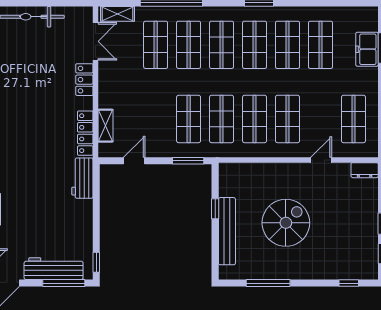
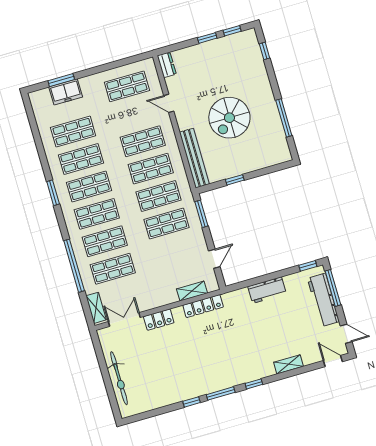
door: (134, 161) -> (214, 259), swing flipped
workbench: (82, 178) -> (267, 290), moved
spiral stairs: (286, 223) -> (229, 118), turned -90
bench: (227, 231) -> (194, 158), moved, turned 90

